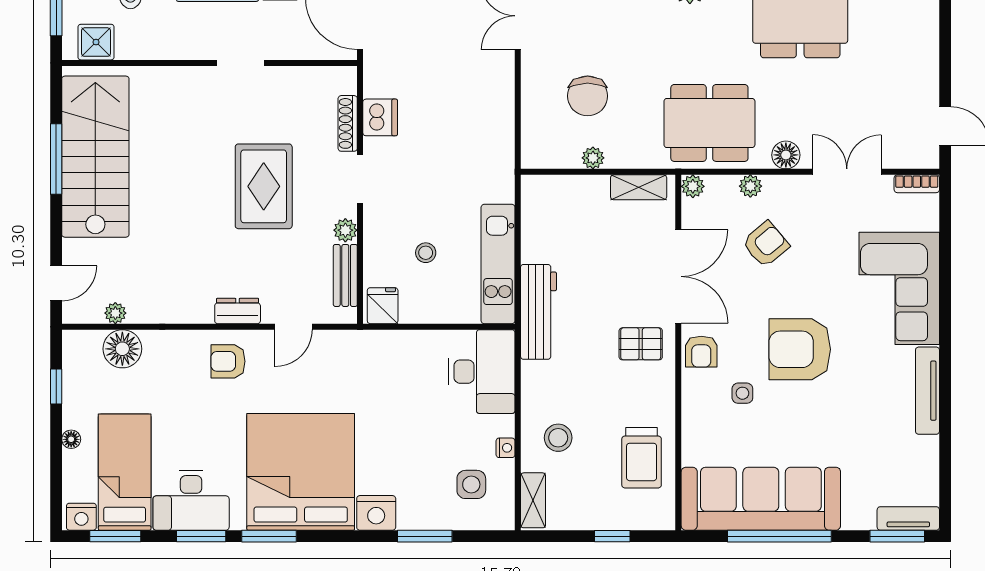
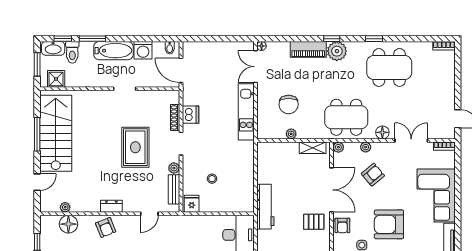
kitchen unit: (498, 264) -> (246, 112), moved
door: (56, 283) -> (37, 182), moved
dresser: (238, 311) -> (111, 206), moved
armchair: (228, 361) -> (106, 227), moved, turned -112

